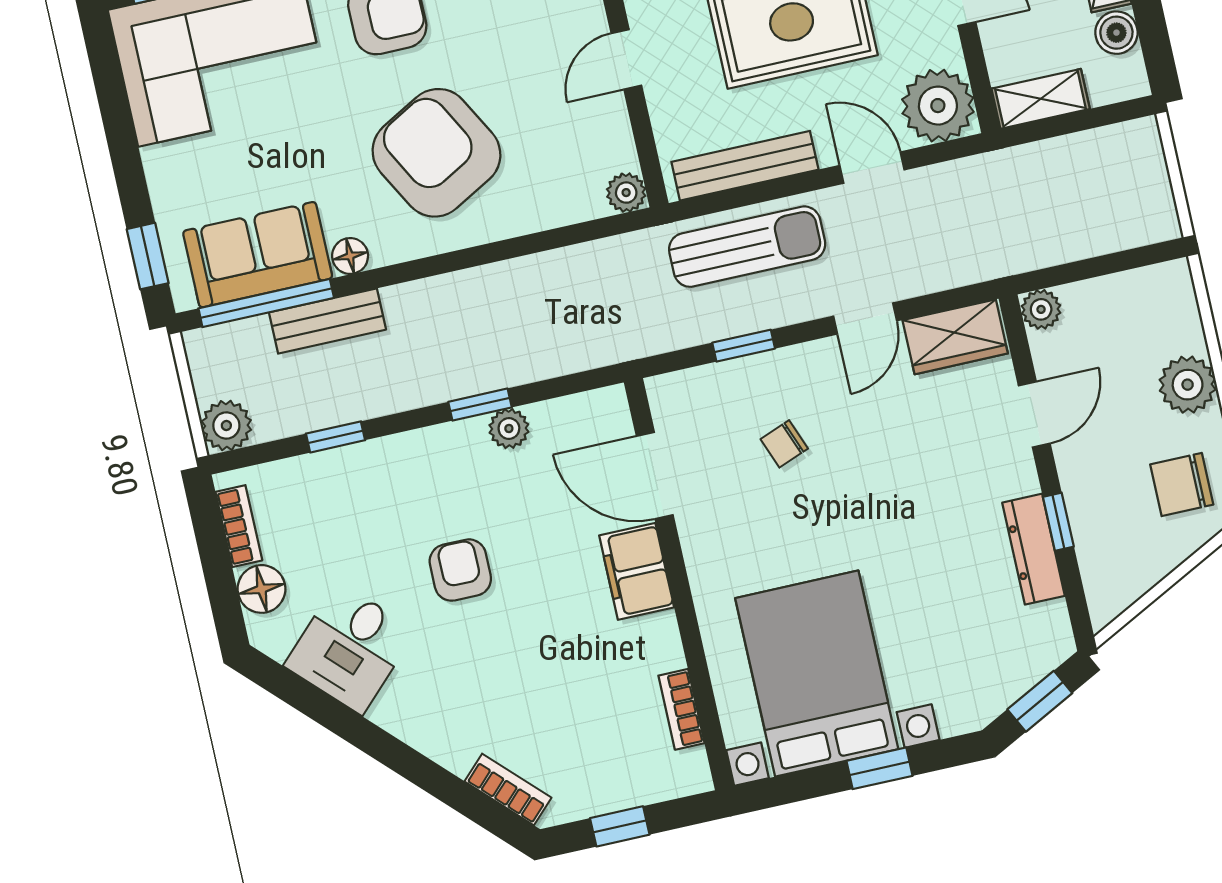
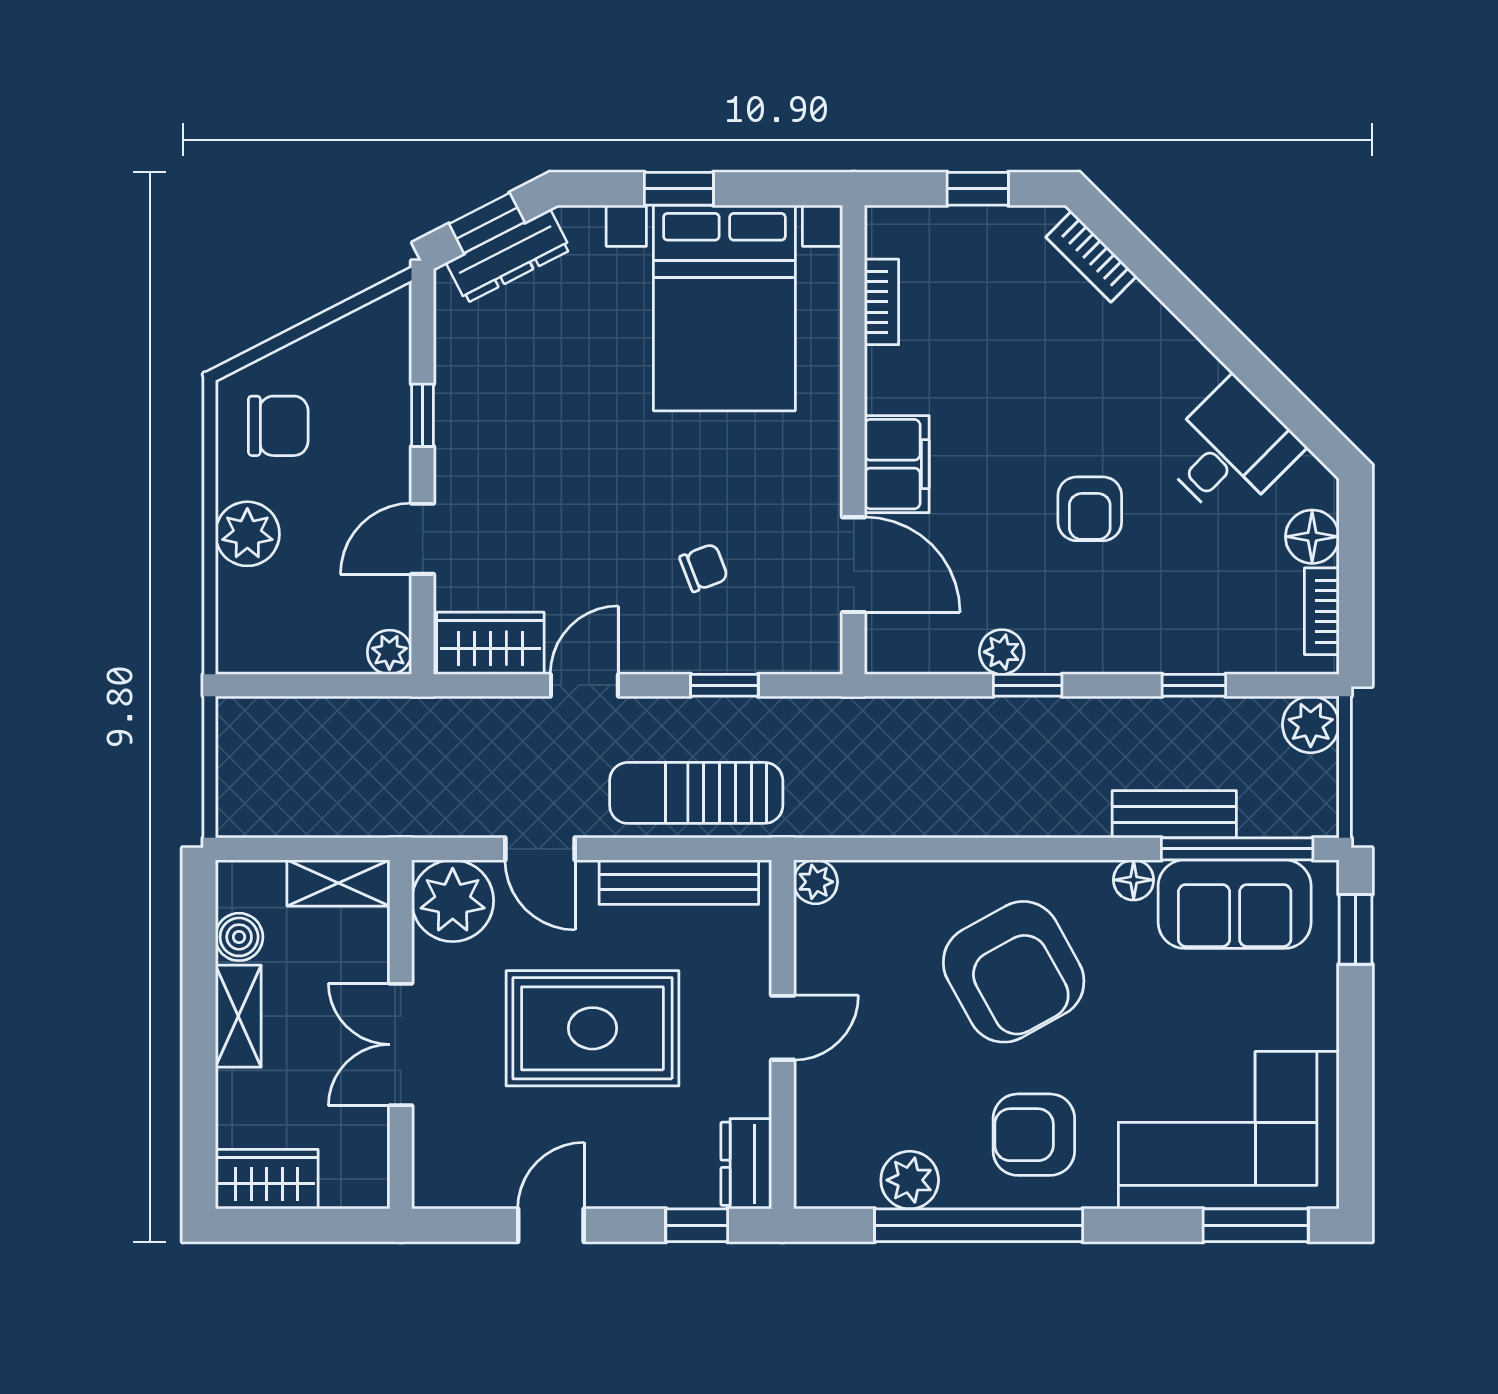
dresser: (1034, 549) -> (508, 256), moved, turned 63

